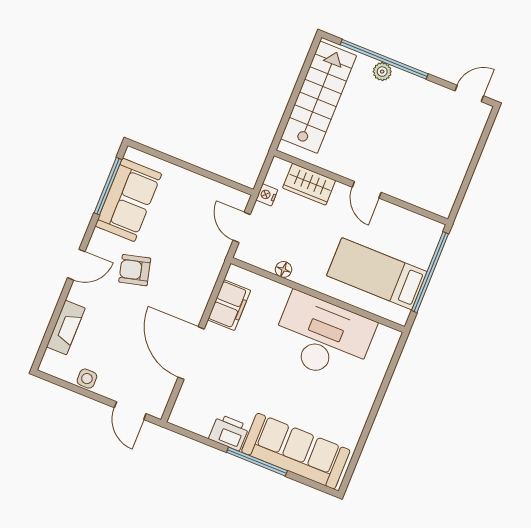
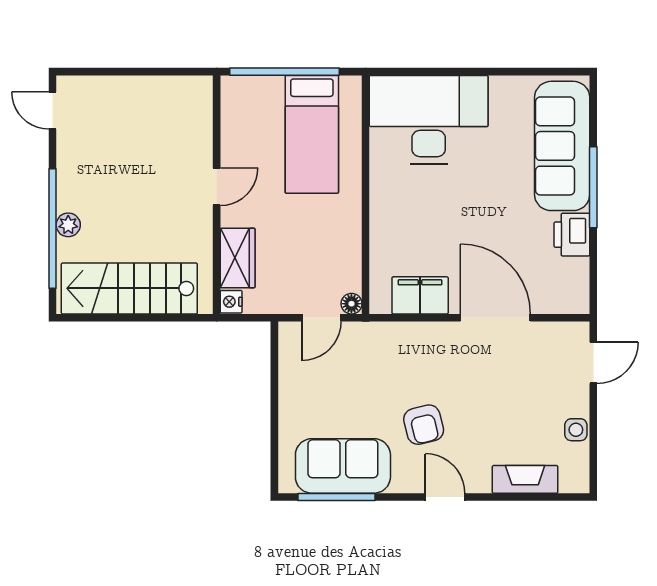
nightstand: (267, 195) -> (231, 302), moved, turned 90
floor lamp: (284, 269) -> (351, 304), moved
desk: (323, 337) -> (429, 120), moved, turned 90
door: (191, 353) -> (495, 318), swing flipped

